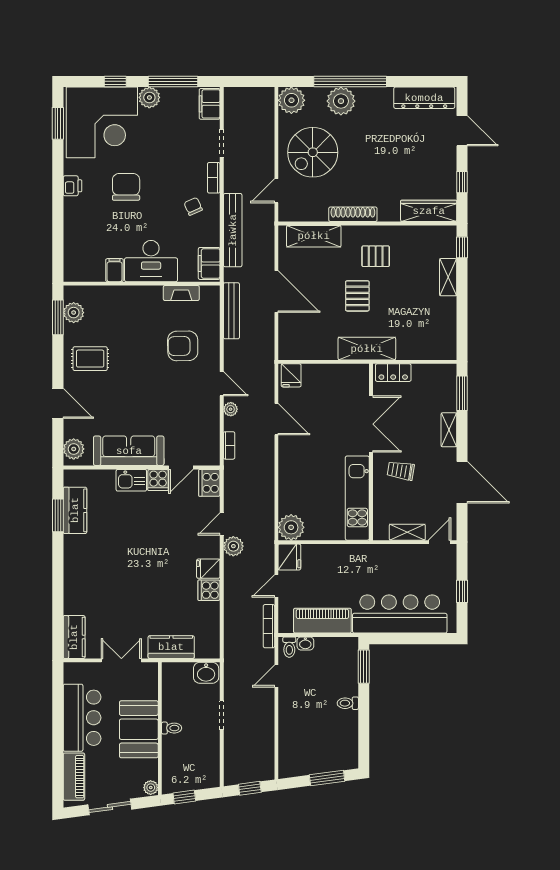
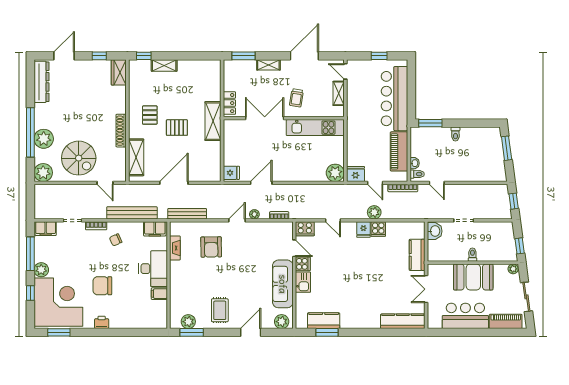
wardrobe: (429, 211) -> (119, 72), width x0.67
plant: (233, 546) -> (374, 212), moved
kitchen counter: (74, 637) -> (403, 321), width x1.50

